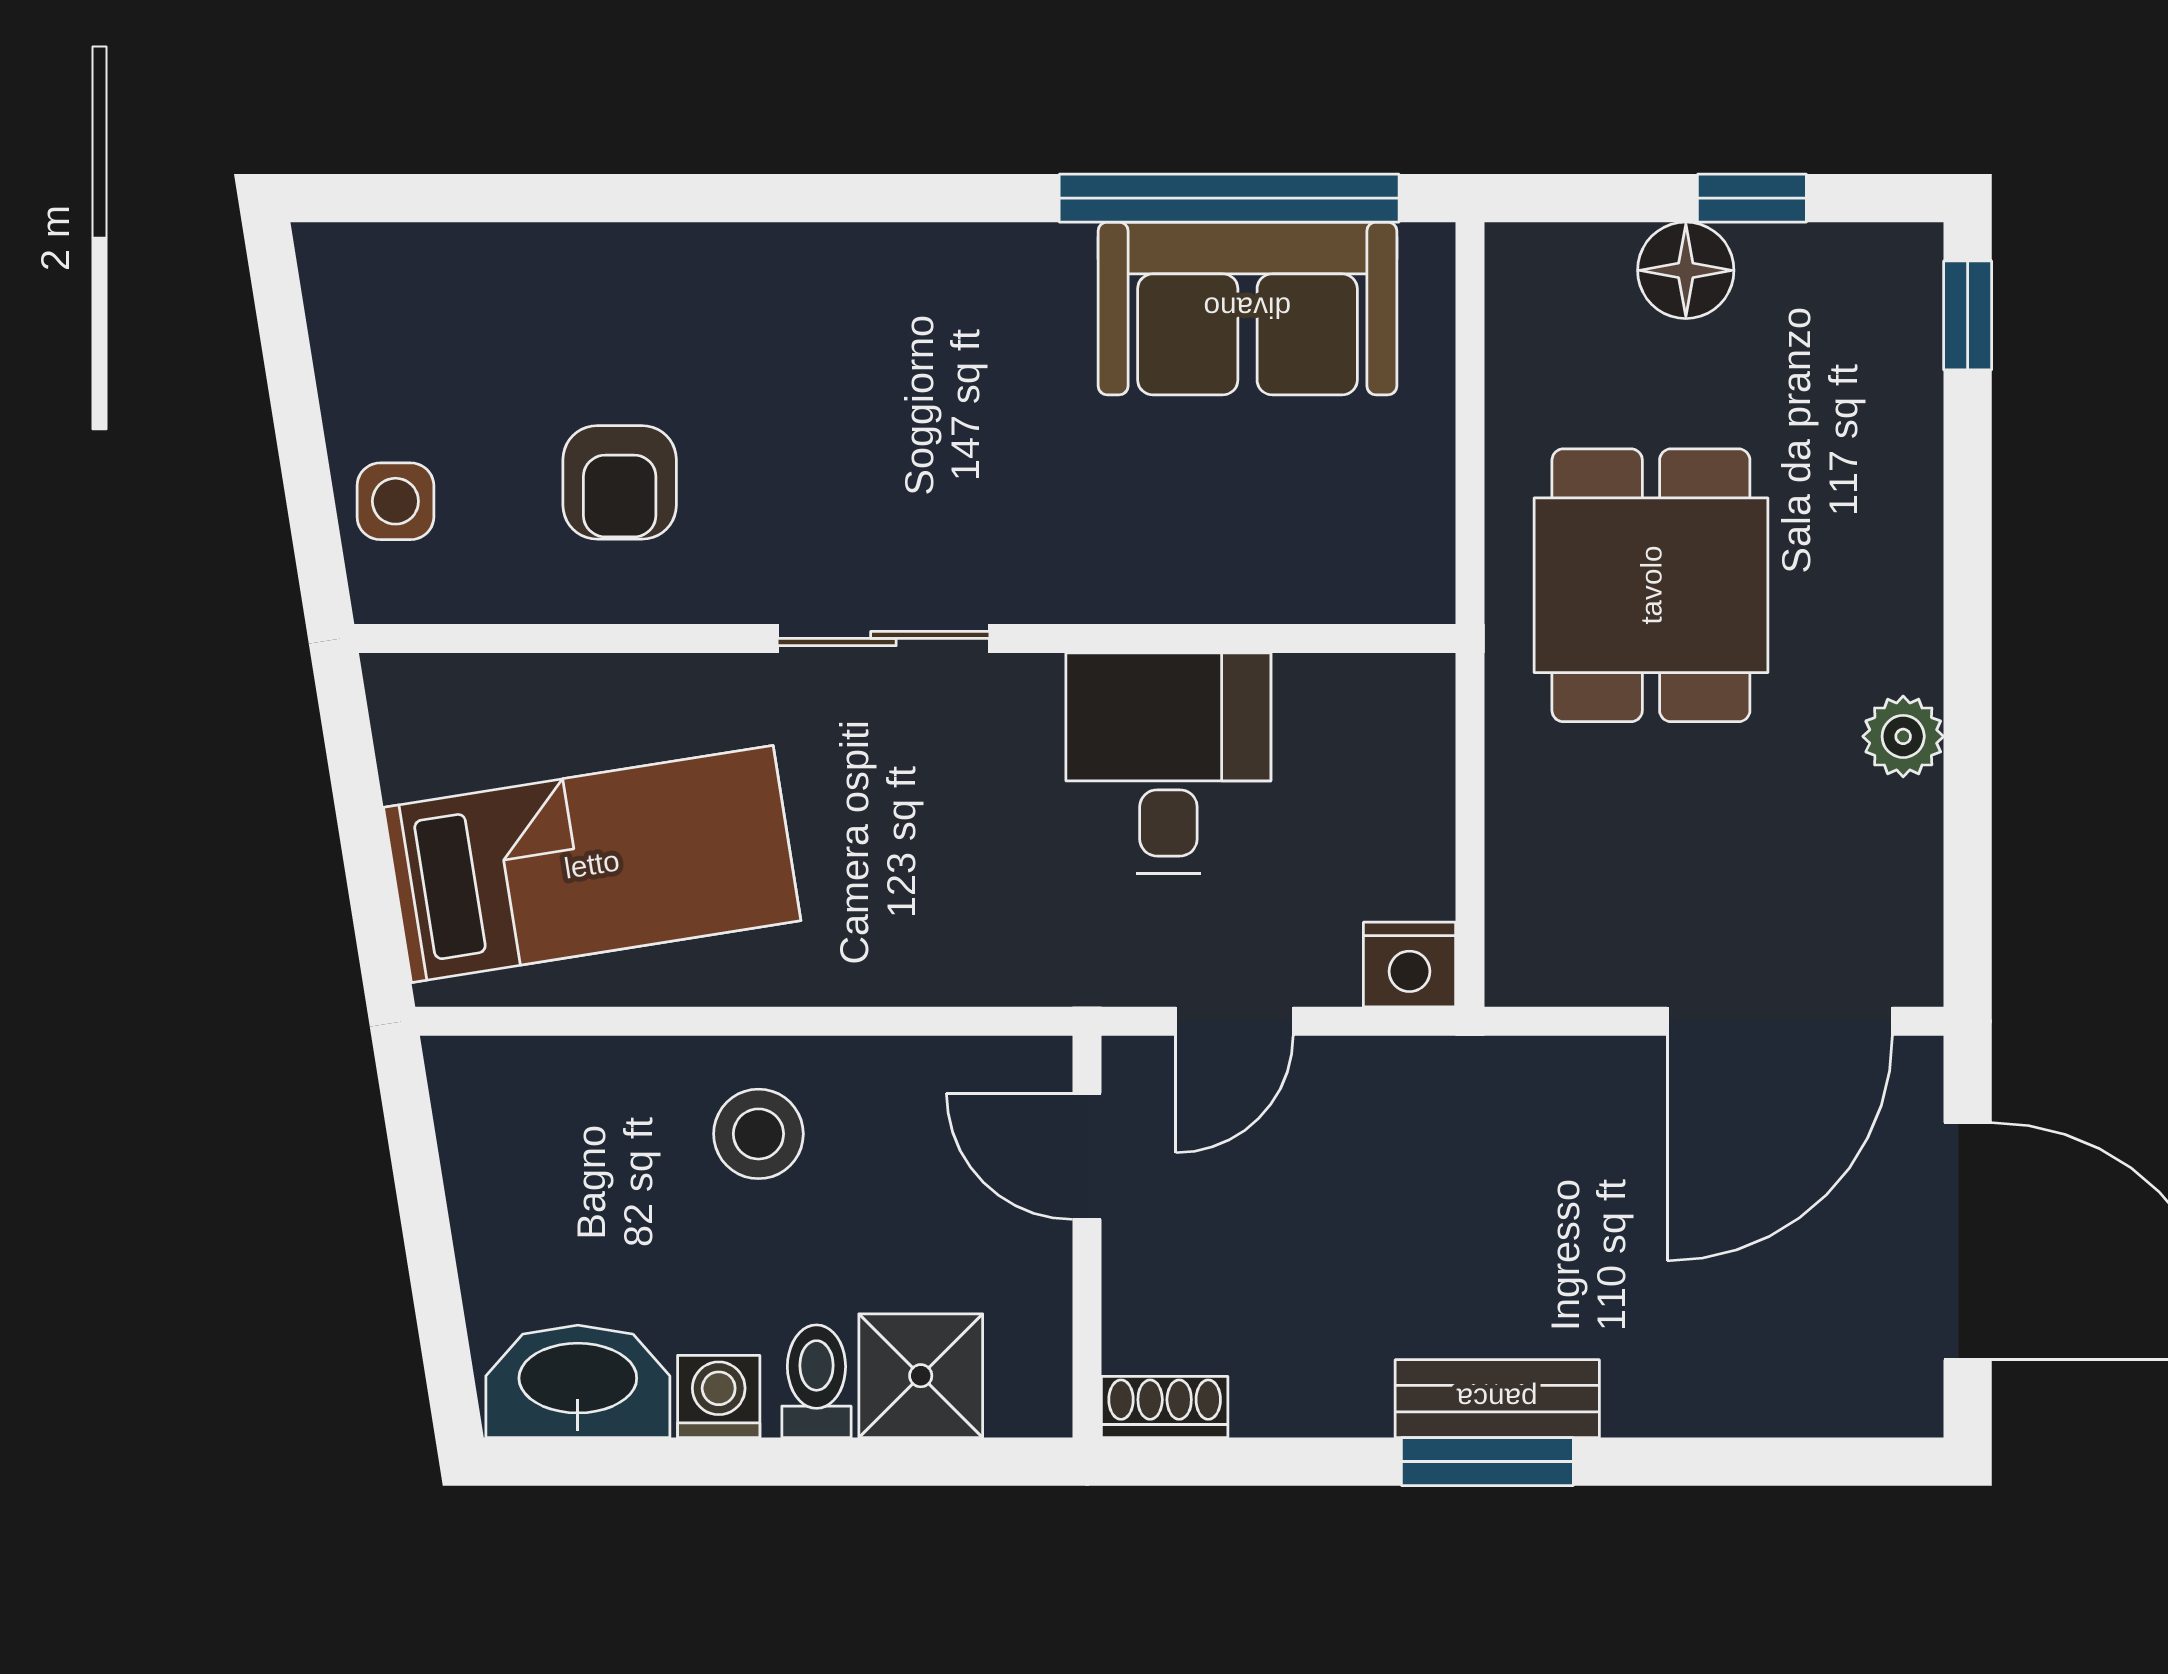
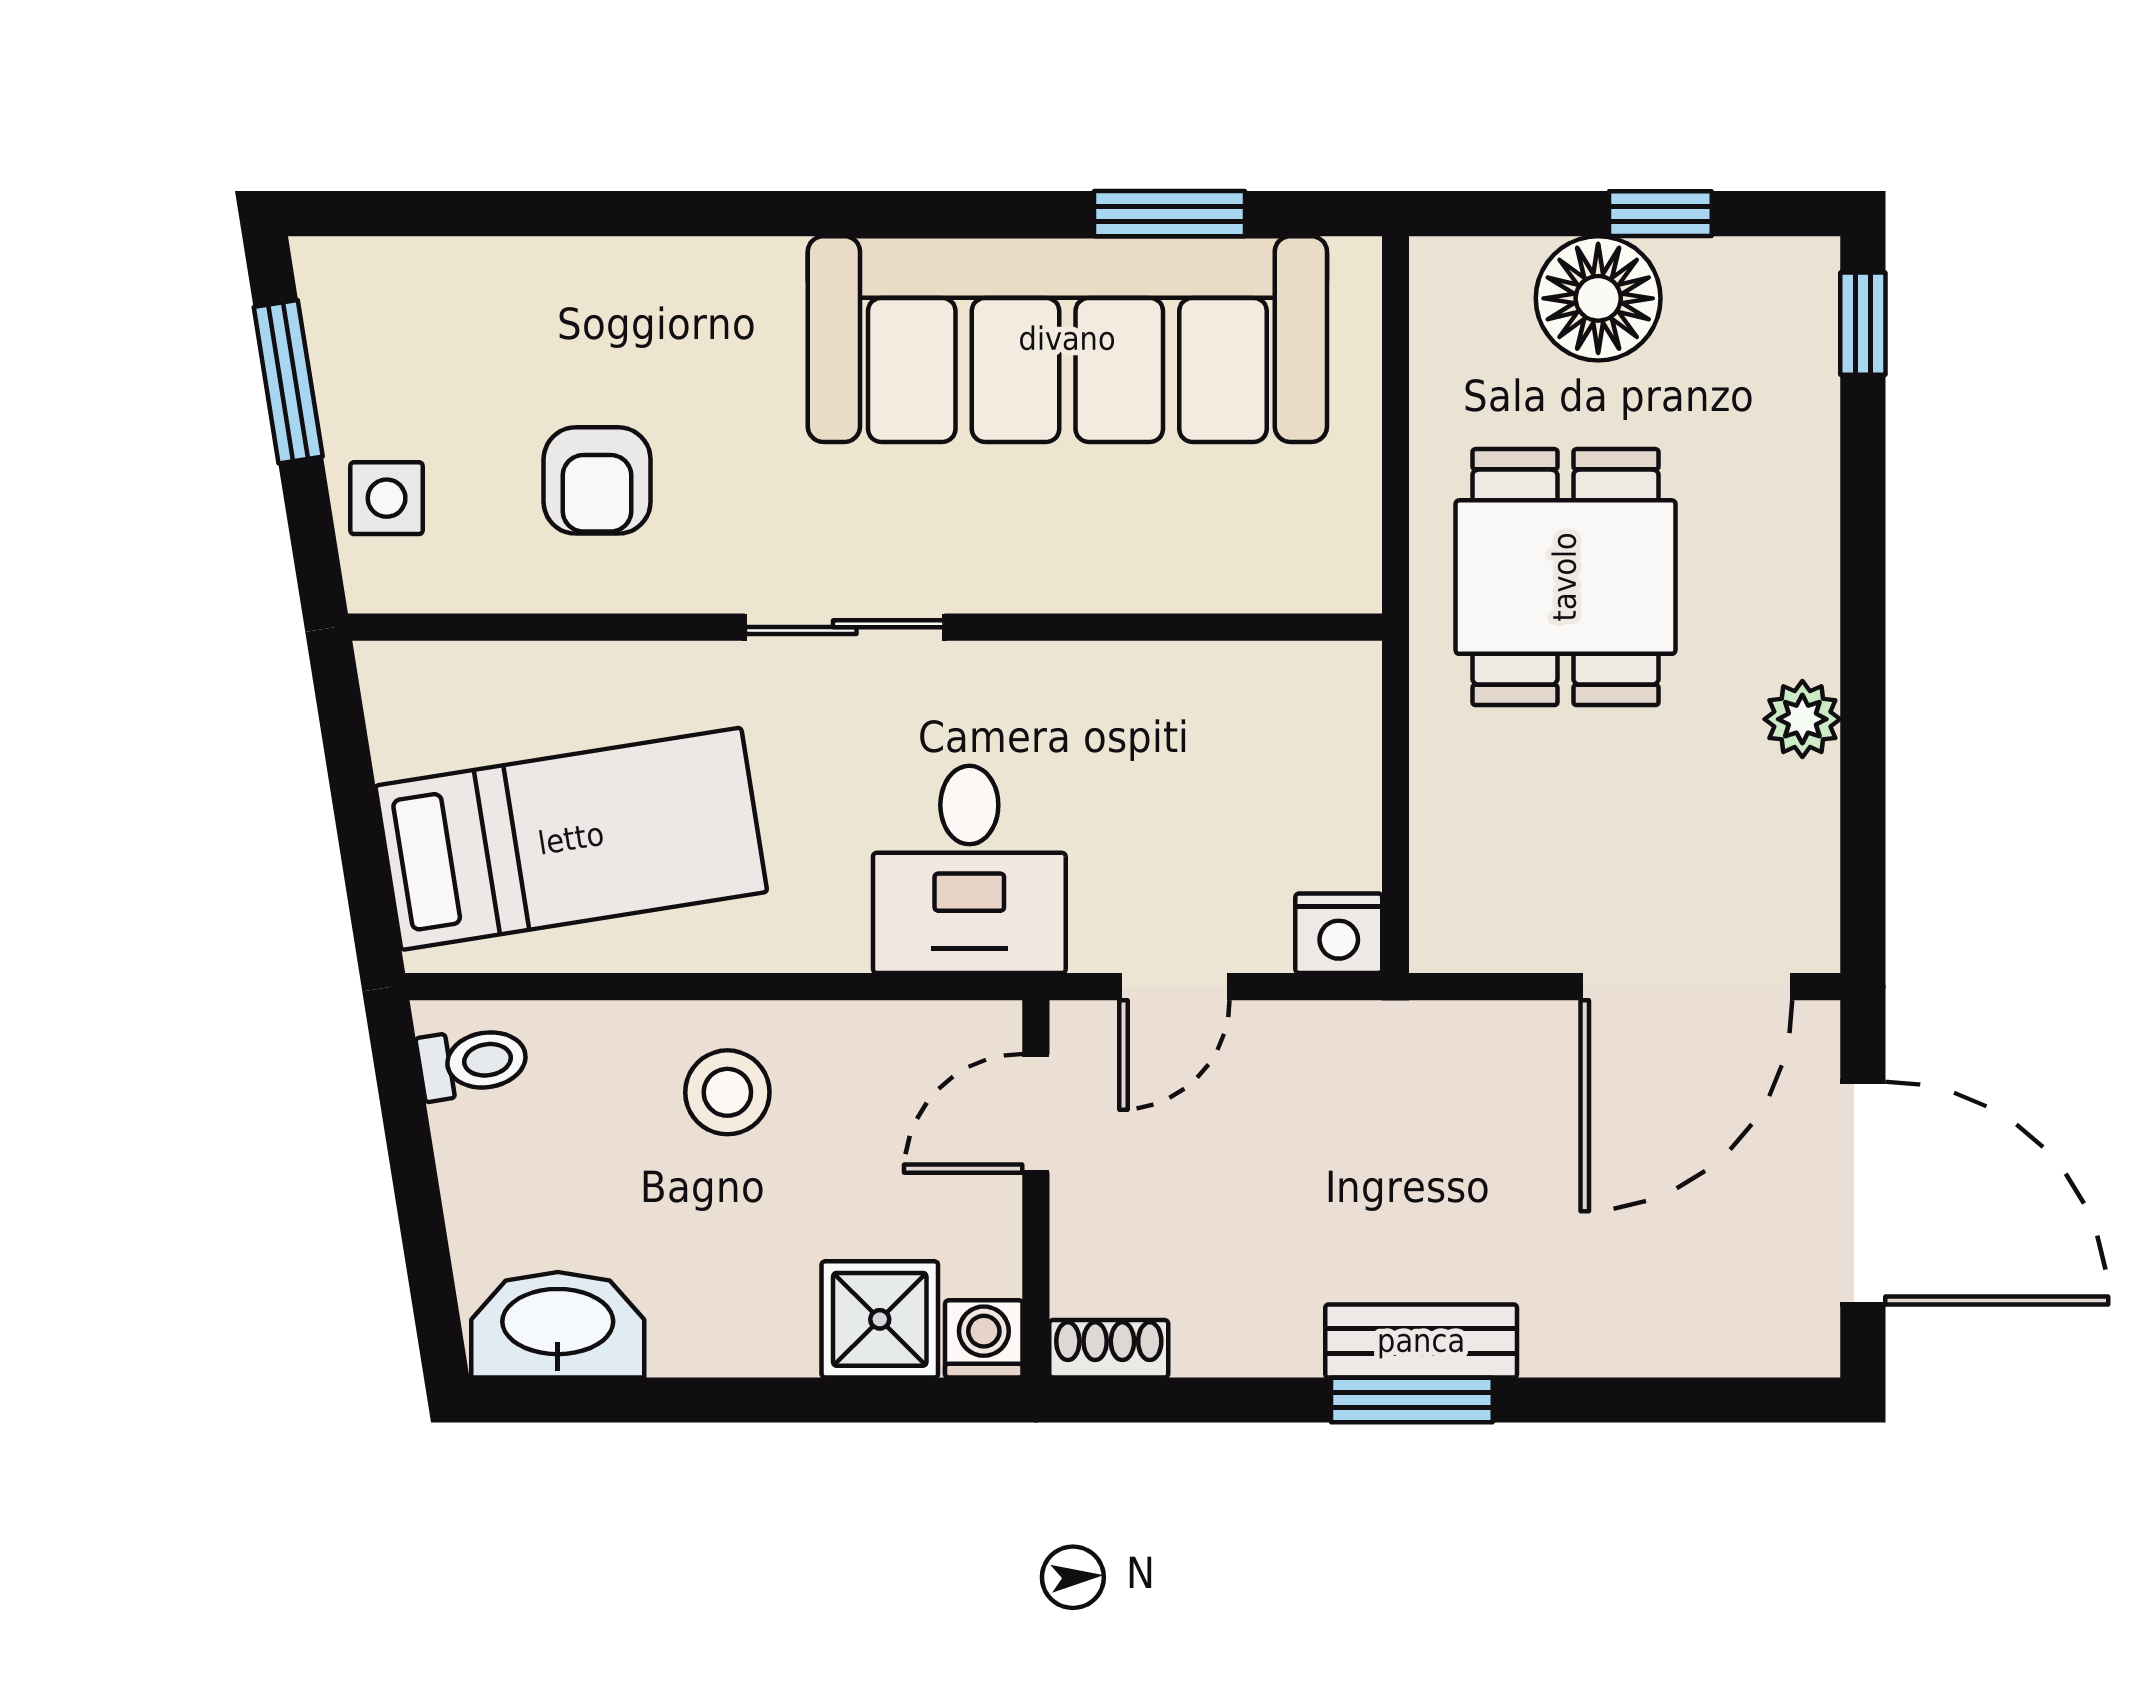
window: (1229, 198) -> (1169, 214), width x0.47
floor lamp: (1686, 270) -> (1598, 298), width x1.38, depth x1.38
sofa: (1247, 308) -> (1067, 339), width x1.85, depth x1.27
window: (291, 377) -> (288, 382), added
desk: (1168, 763) -> (969, 869), moved, turned 180
door: (1087, 1156) -> (1036, 1113), hinge flipped
toilet: (816, 1381) -> (473, 1062), moved, turned 81
washing machine: (719, 1397) -> (984, 1339), moved

